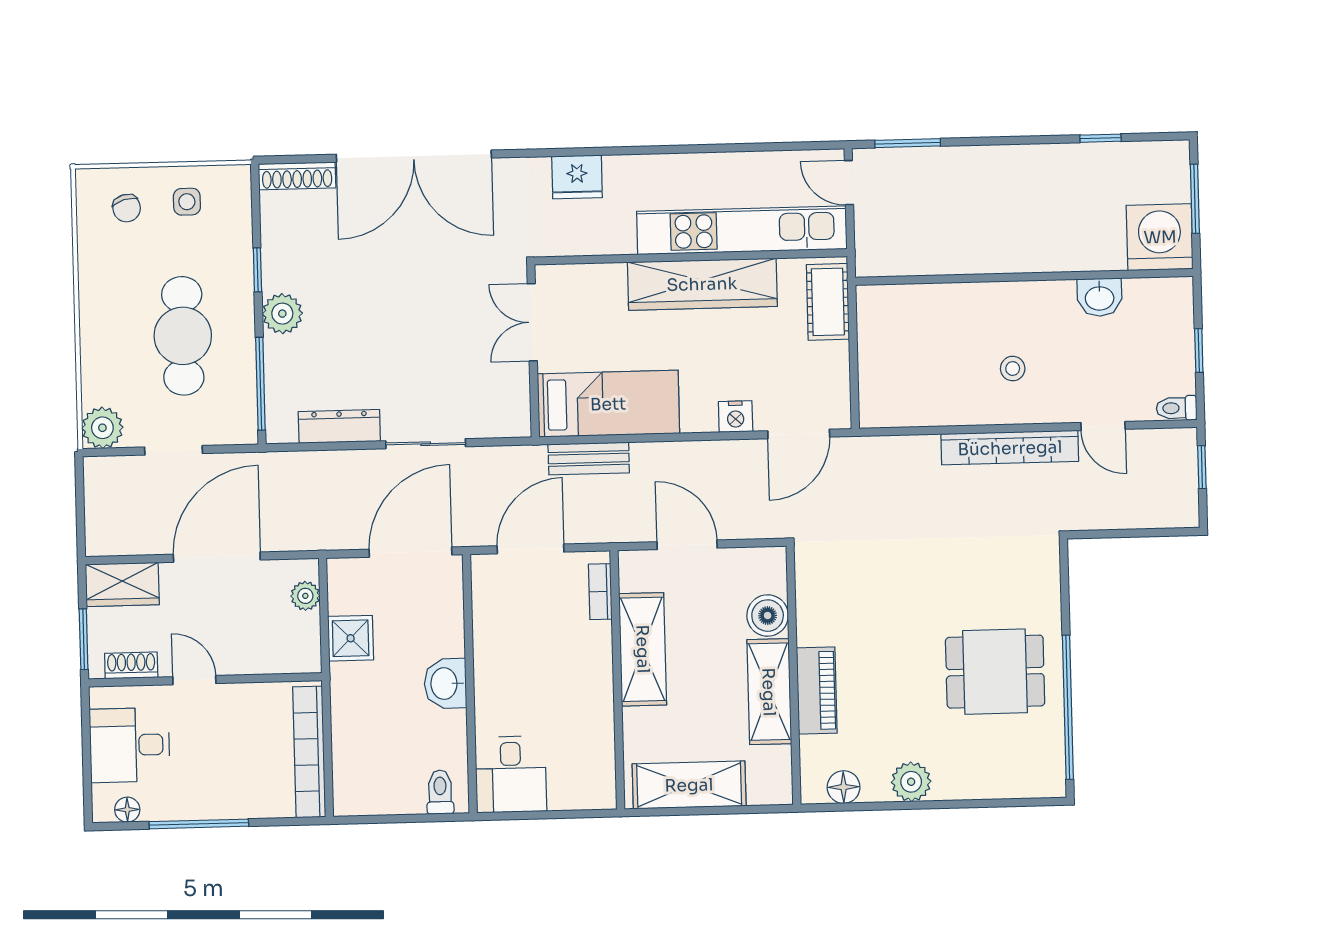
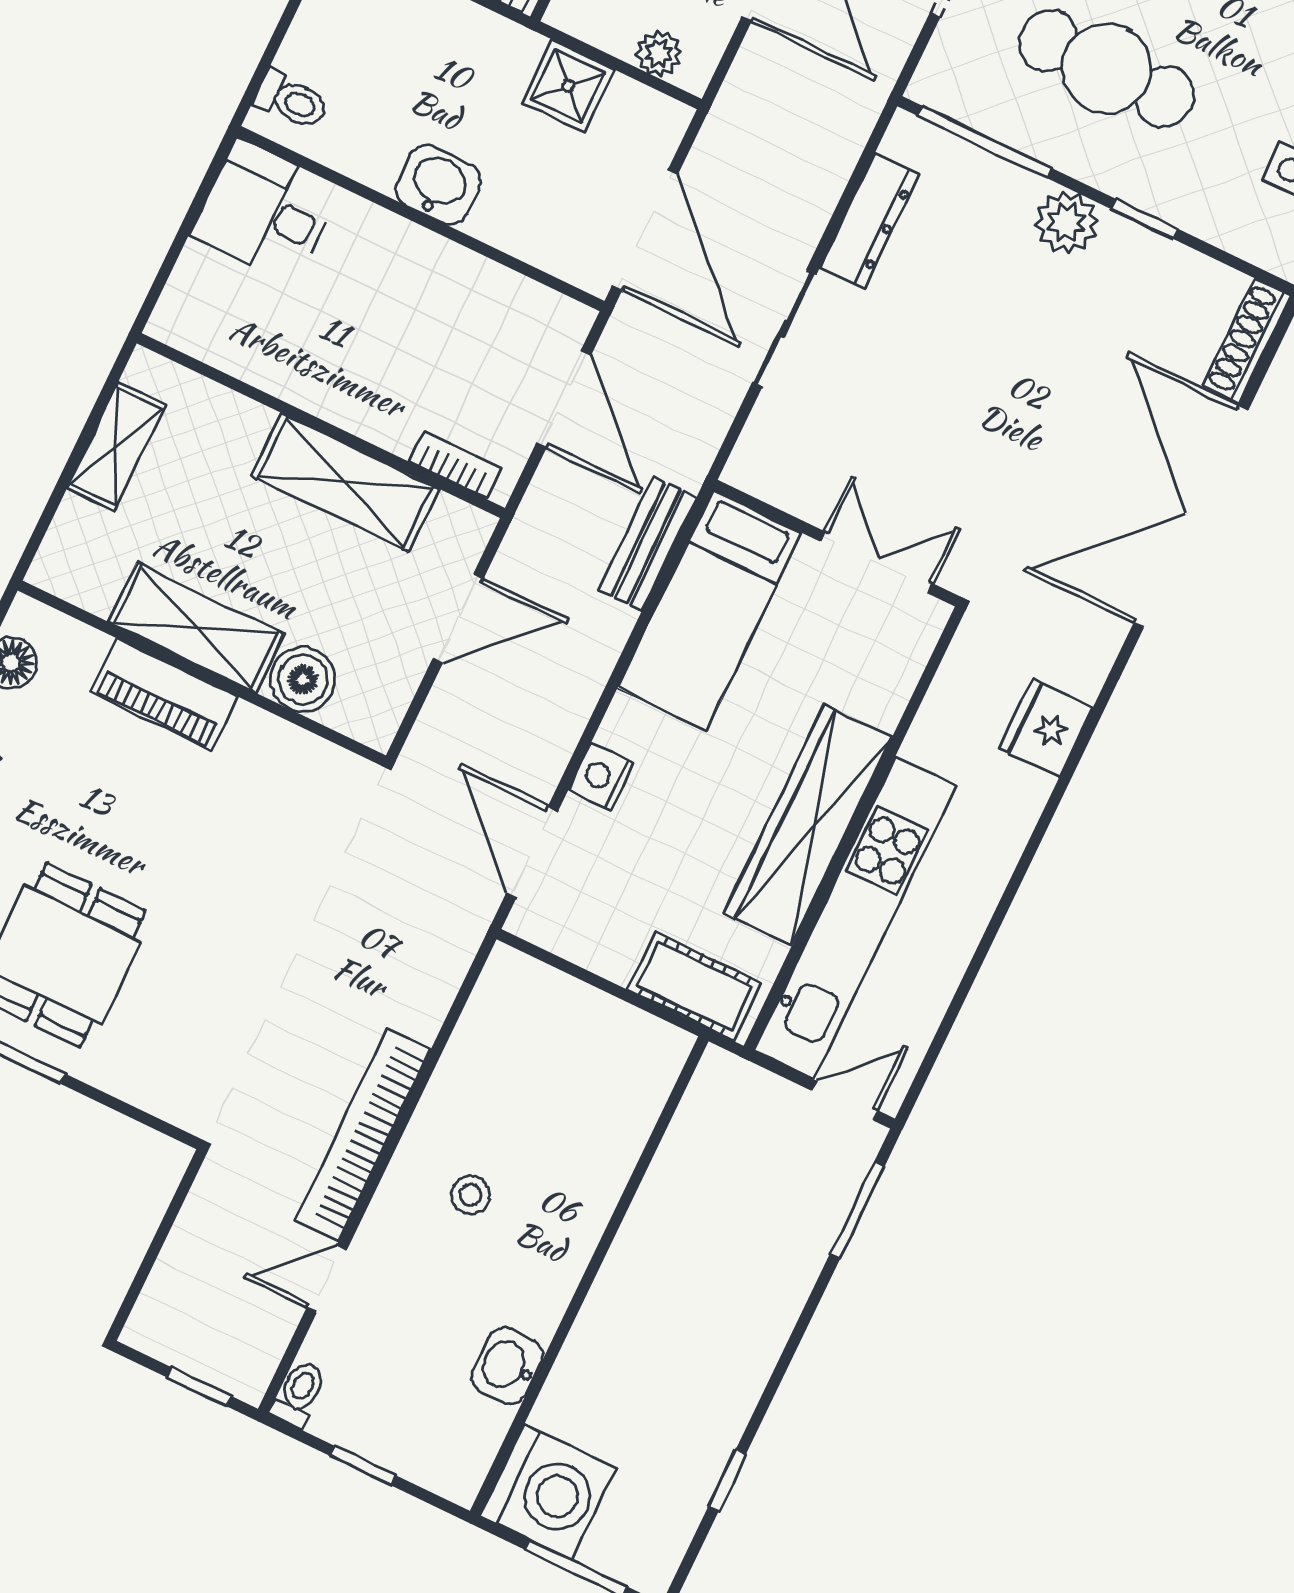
shelving: (689, 785) -> (116, 447), width x0.67, depth x0.75

